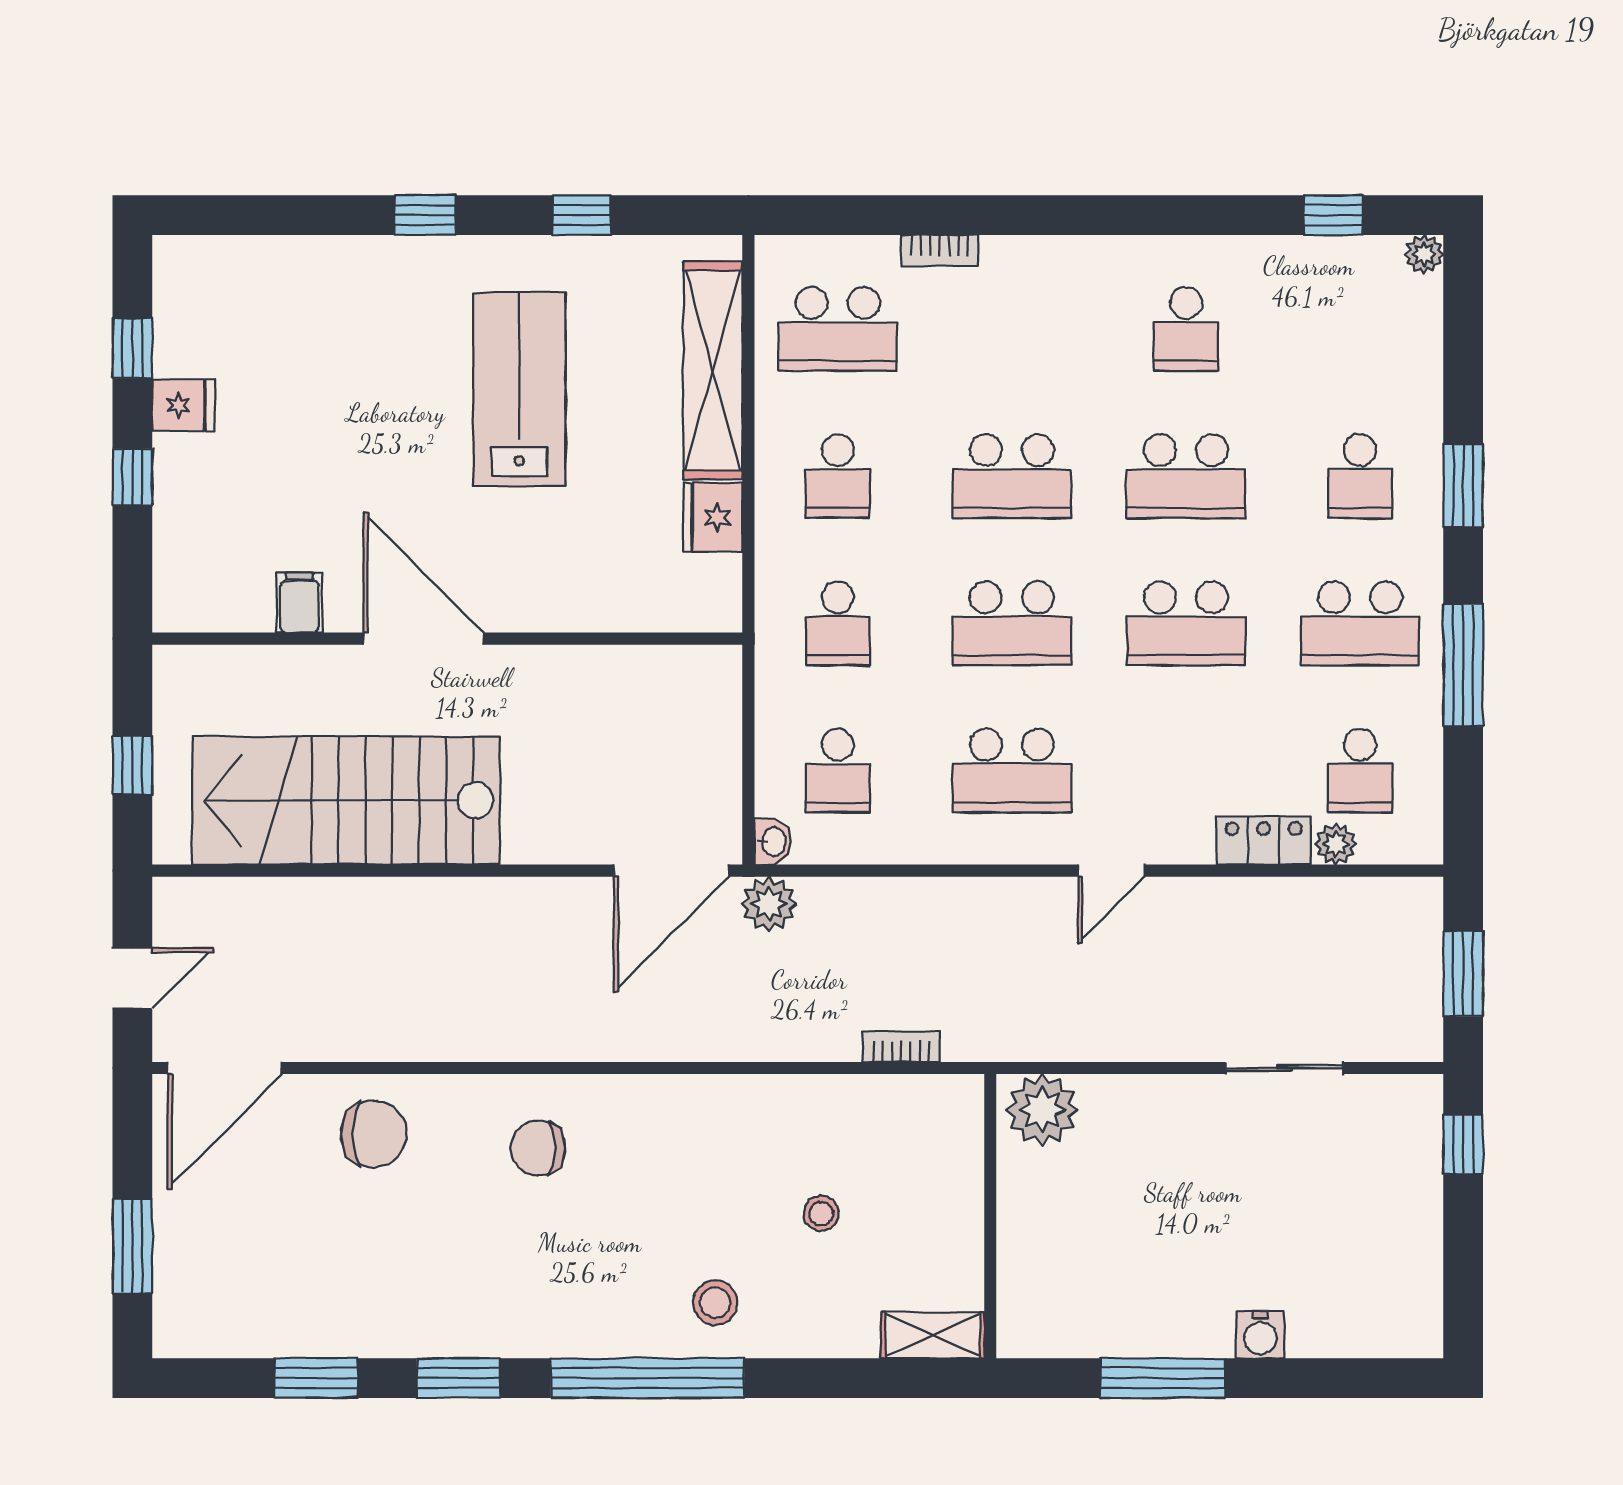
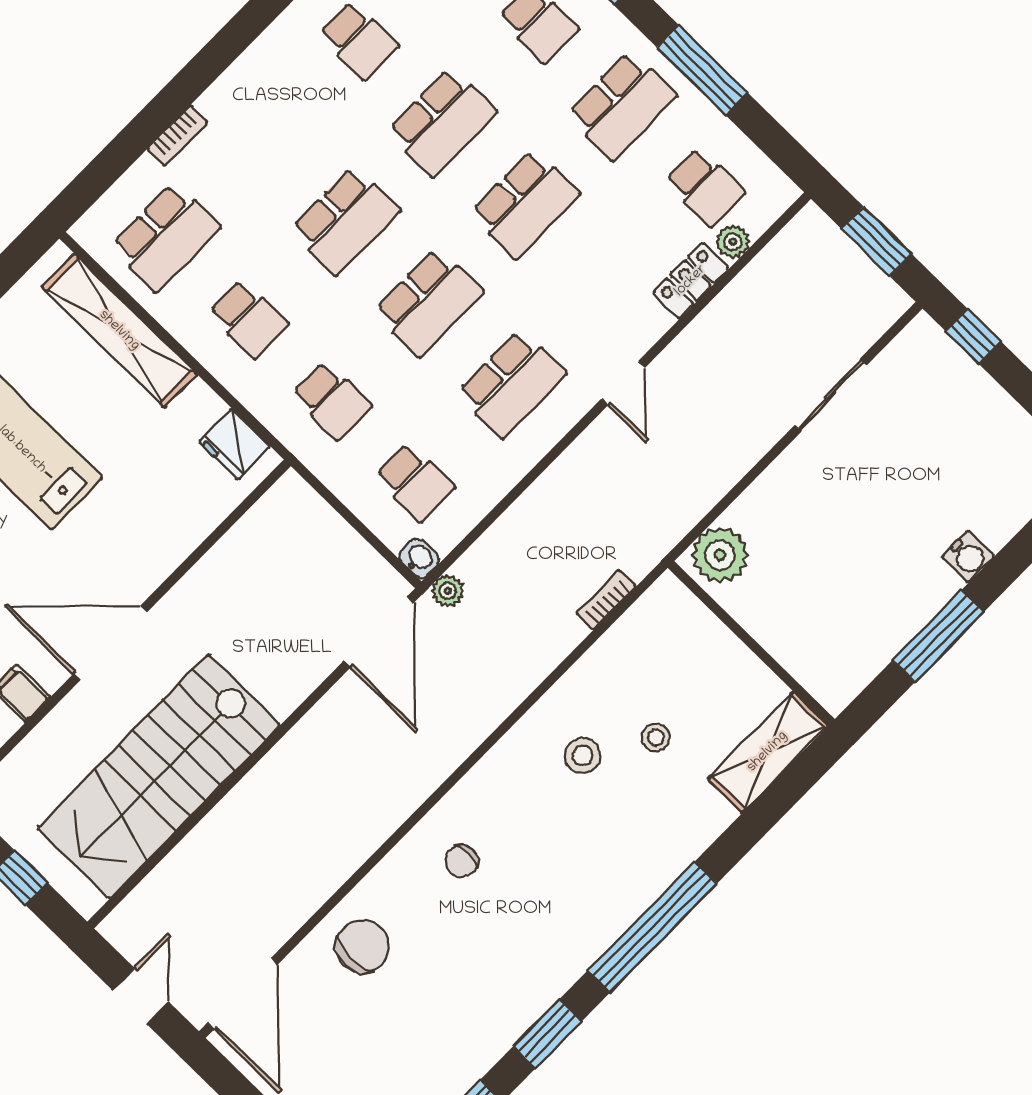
fridge: (713, 517) -> (235, 444), moved
plant: (769, 904) -> (448, 591), width x0.73, depth x0.73
chair: (538, 1148) -> (462, 861), width x0.73, depth x0.73
stool: (715, 1303) -> (583, 756), moved
shelving: (933, 1335) -> (768, 752), width x1.50, depth x1.33

